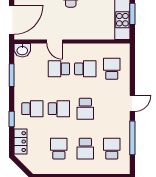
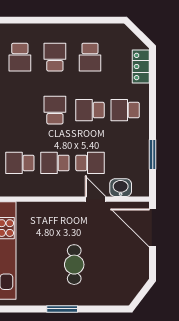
door: (12, 20) -> (153, 228), hinge flipped
washbasin: (22, 50) -> (121, 188), moved
school desk: (112, 69) -> (20, 163), turned 90
window: (12, 119) -> (153, 96), removed

